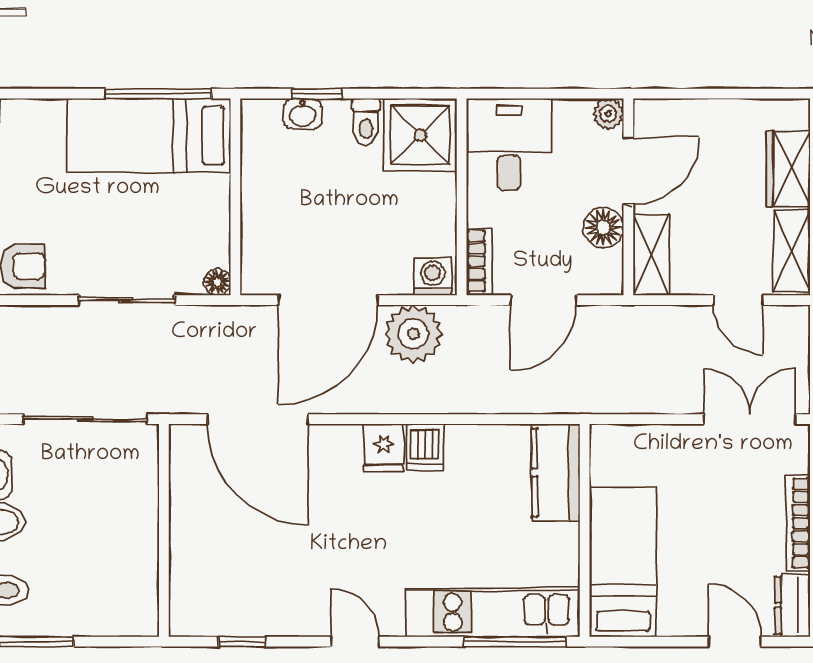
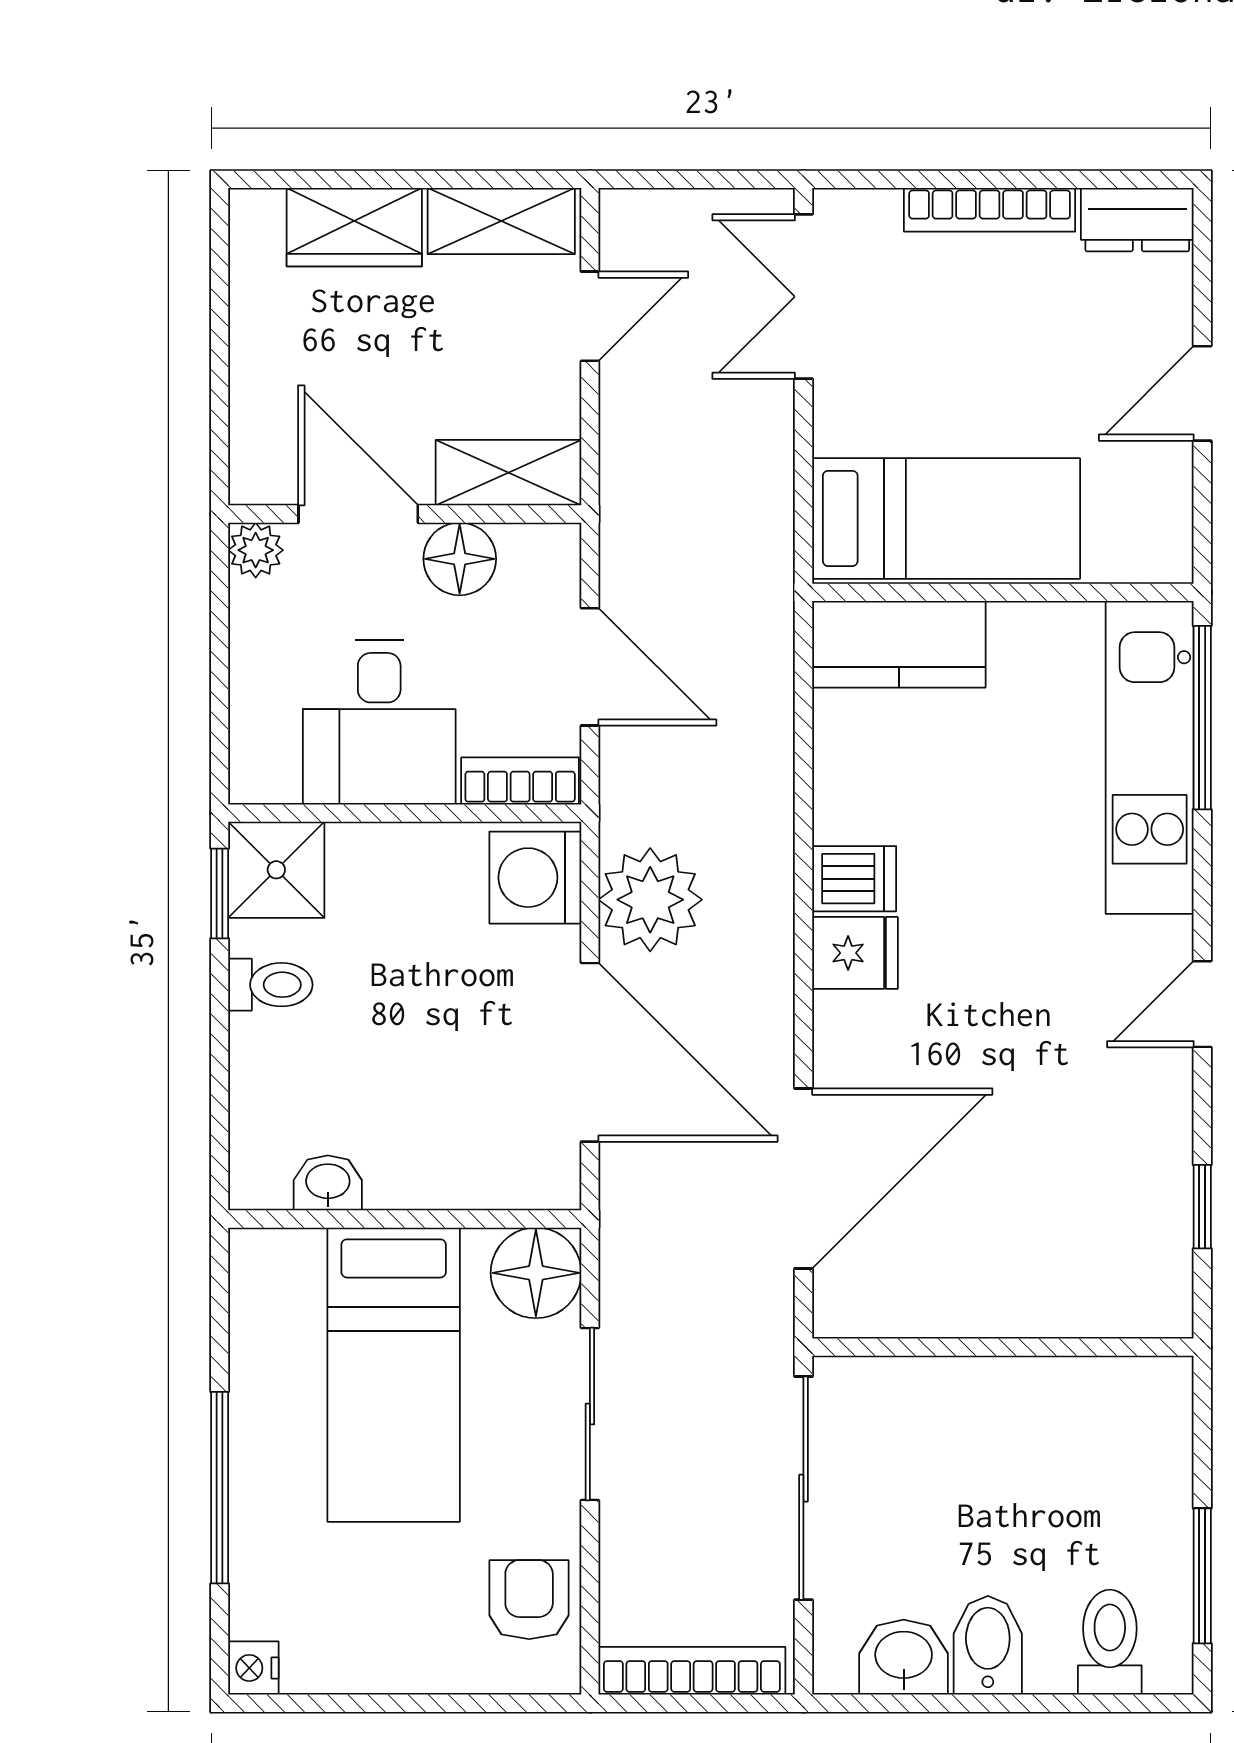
window: (158, 94) -> (220, 1488), moved
window: (317, 94) -> (220, 894), moved
washbasin: (303, 114) -> (328, 1183), moved, turned -90
bed: (148, 135) -> (394, 1375), moved
shower: (420, 135) -> (276, 870), width x0.73, depth x0.73
desk: (509, 144) -> (379, 722), moved, turned -90
washing machine: (433, 277) -> (535, 878), width x1.38, depth x1.38
floor lamp: (217, 282) -> (536, 1273), width x1.89, depth x1.89
bed: (623, 562) -> (946, 518), moved, turned 180
door: (735, 642) -> (1202, 393), moved

